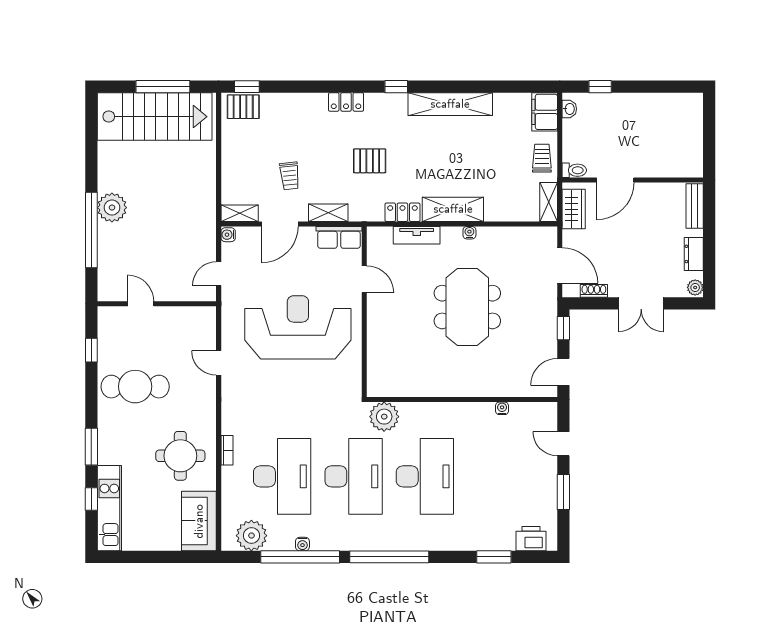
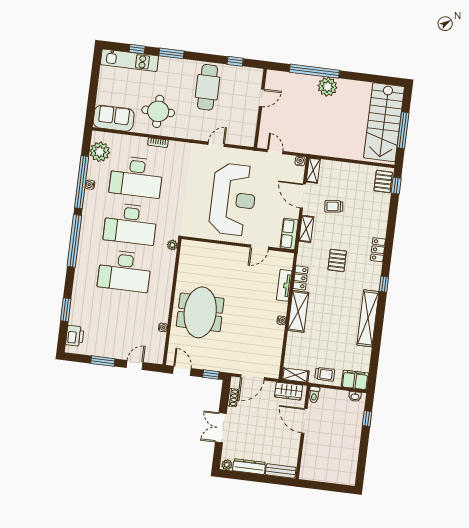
dresser: (694, 254) -> (249, 467), width x1.44
meeting table: (467, 307) -> (200, 312), moved, turned 90
plant: (384, 417) -> (172, 245), width x0.53, depth x0.53

